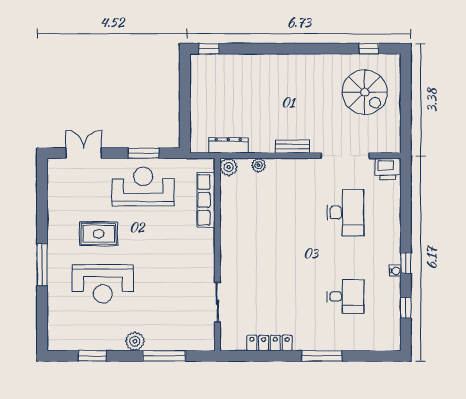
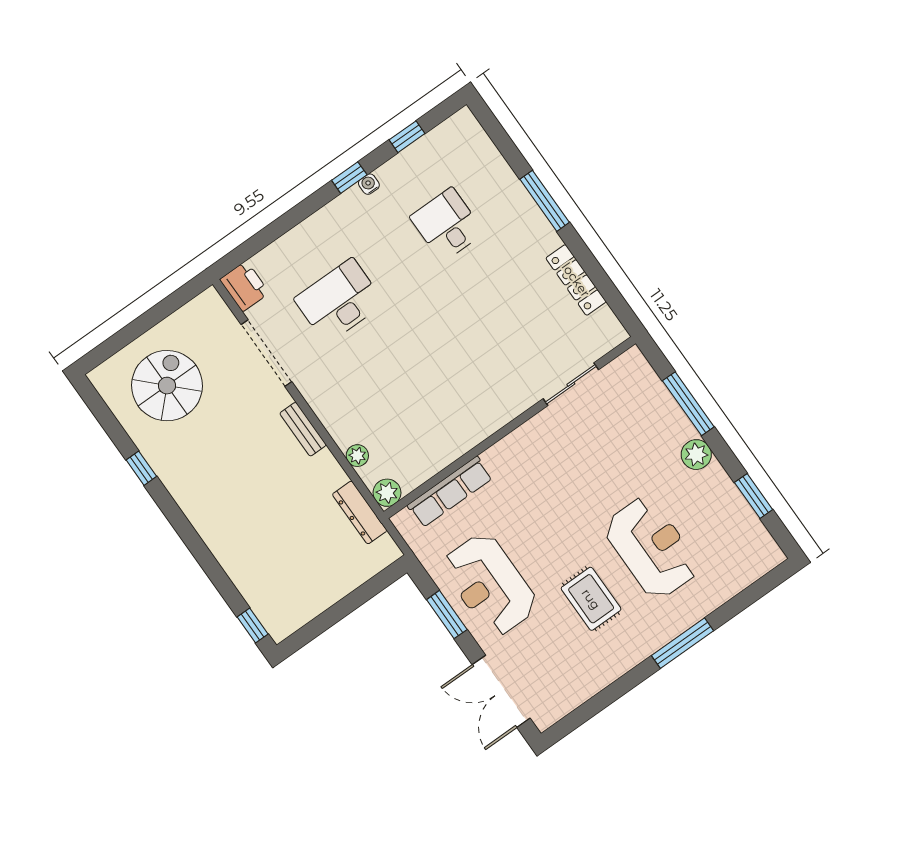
window: (369, 49) -> (141, 468), moved
double door: (84, 153) -> (501, 691), width x1.37

